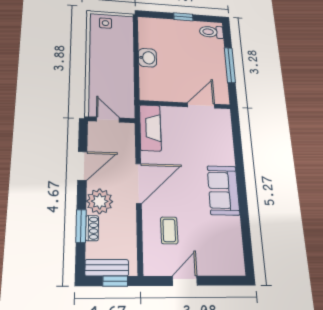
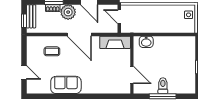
toilet: (211, 32) -> (163, 86), moved
washbasin: (147, 58) -> (146, 42), moved
door: (108, 120) -> (119, 17), swing flipped
sofa: (223, 190) -> (66, 85), moved
door: (185, 281) -> (24, 72), moved

